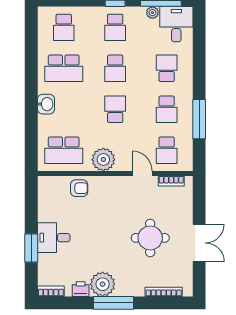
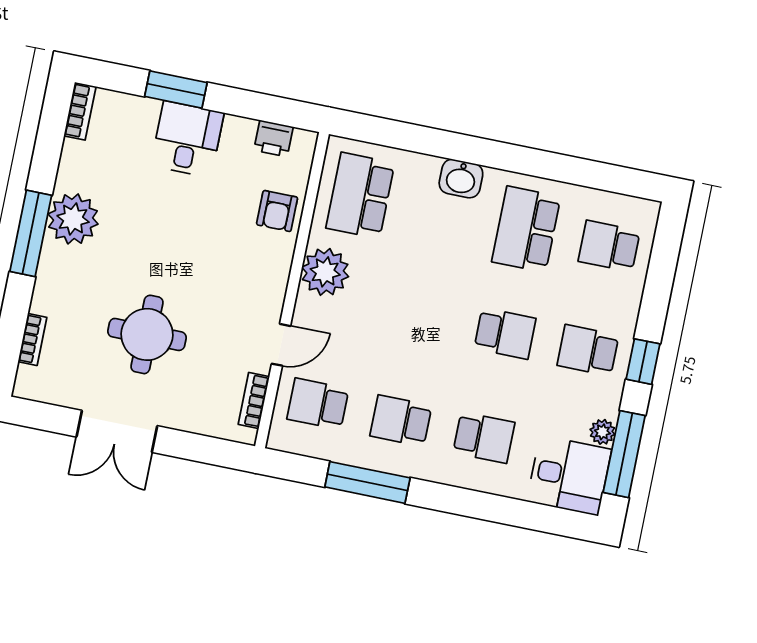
school desk: (115, 68) -> (505, 333), turned 180
school desk: (115, 109) -> (422, 317), removed
printer: (81, 289) -> (274, 138), moved, turned 90
bookcase: (164, 292) -> (32, 339), width x0.64

